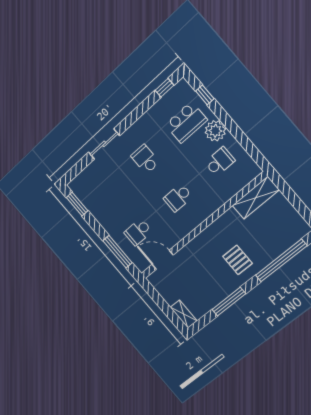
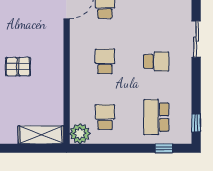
plant: (215, 131) -> (80, 134), moved
school desk: (220, 162) -> (105, 117), turned 180
shelving: (256, 198) -> (41, 135), moved, turned 90

